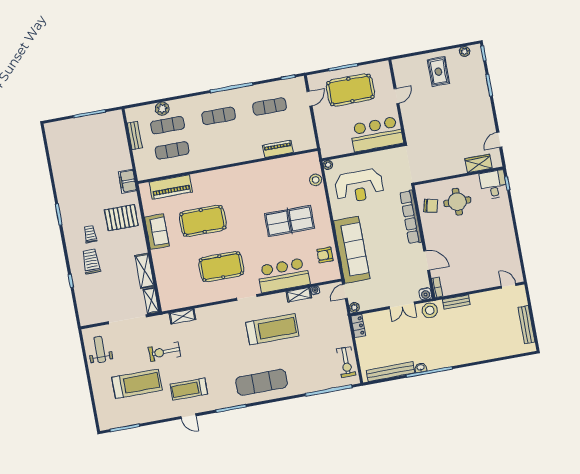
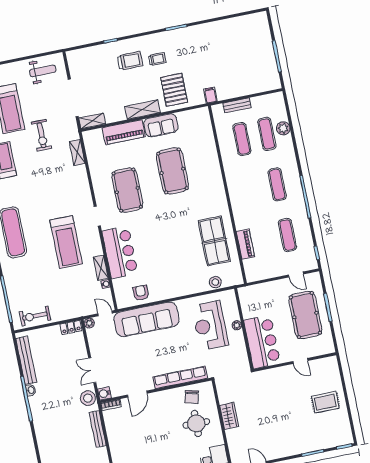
plant: (465, 51) -> (346, 428), removed
bench: (135, 136) -> (237, 105), moved
wardrobe: (478, 163) -> (229, 416), moved
plant: (328, 165) -> (237, 325), moved
filing cabinet: (127, 181) -> (210, 95), width x0.50
piano: (171, 187) -> (124, 132), moved, turned -90
table tennis table: (289, 221) -> (214, 241), moved
shelving: (145, 271) -> (142, 110), moved
bench: (456, 302) -> (98, 429), width x1.36
exercise bike: (164, 352) -> (42, 135), turned 180

